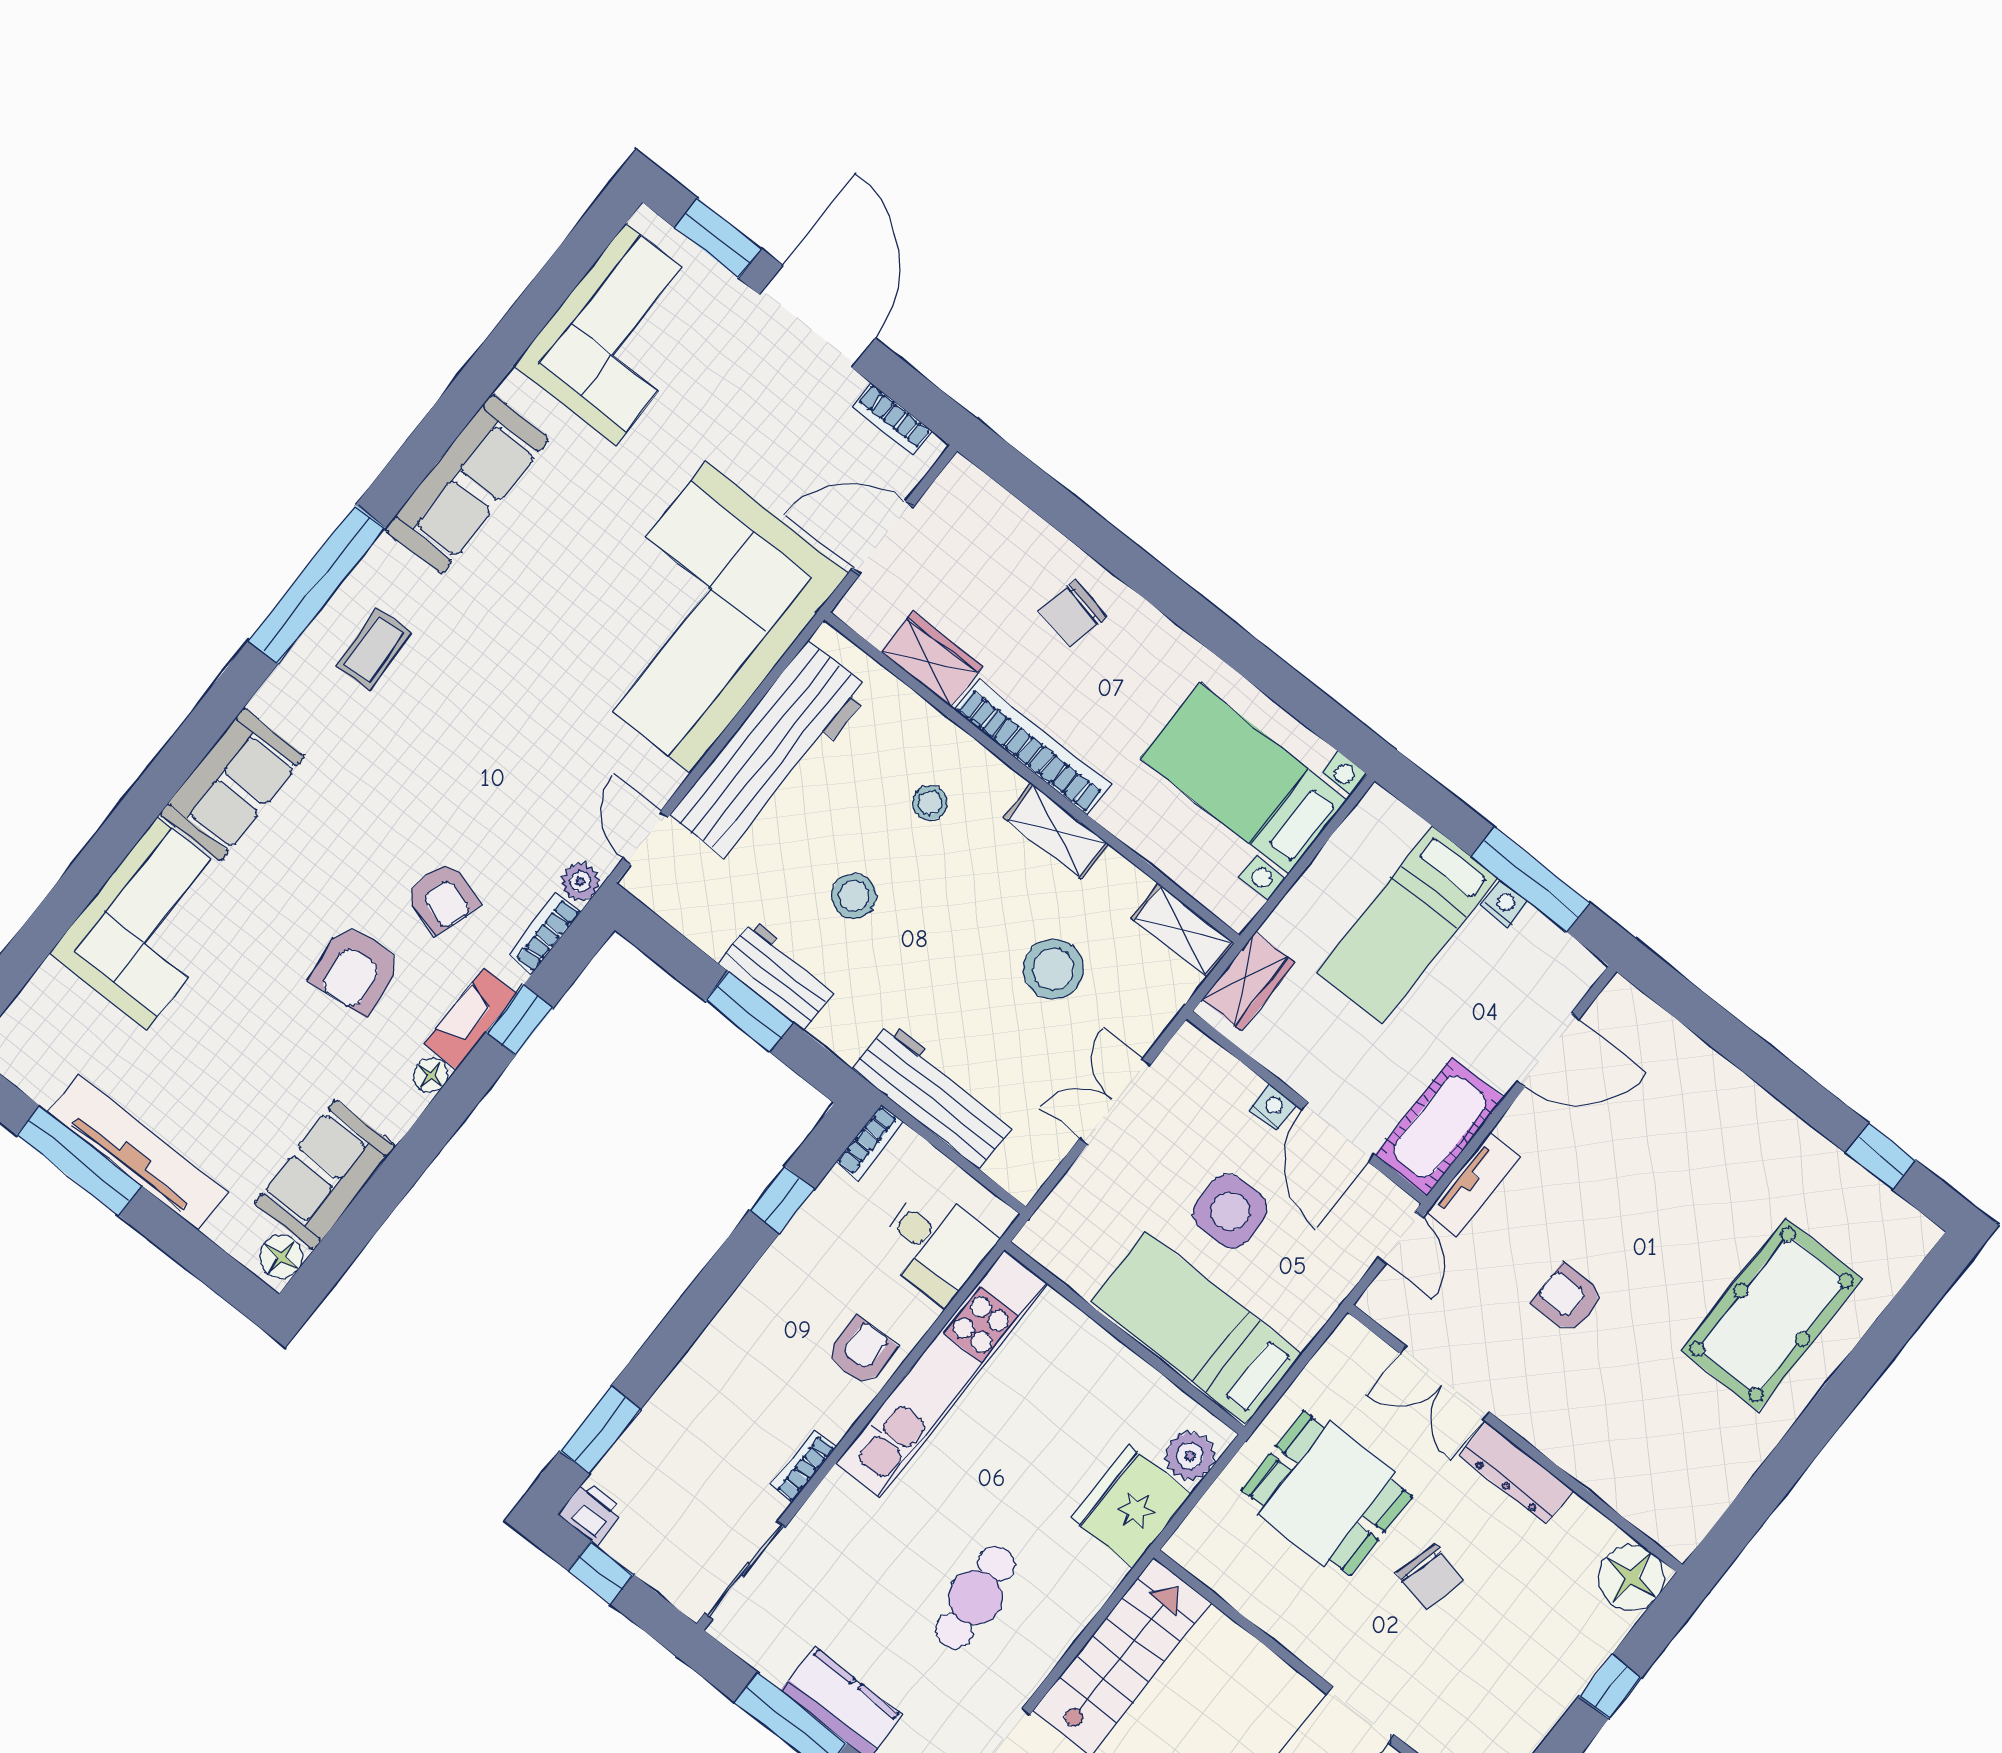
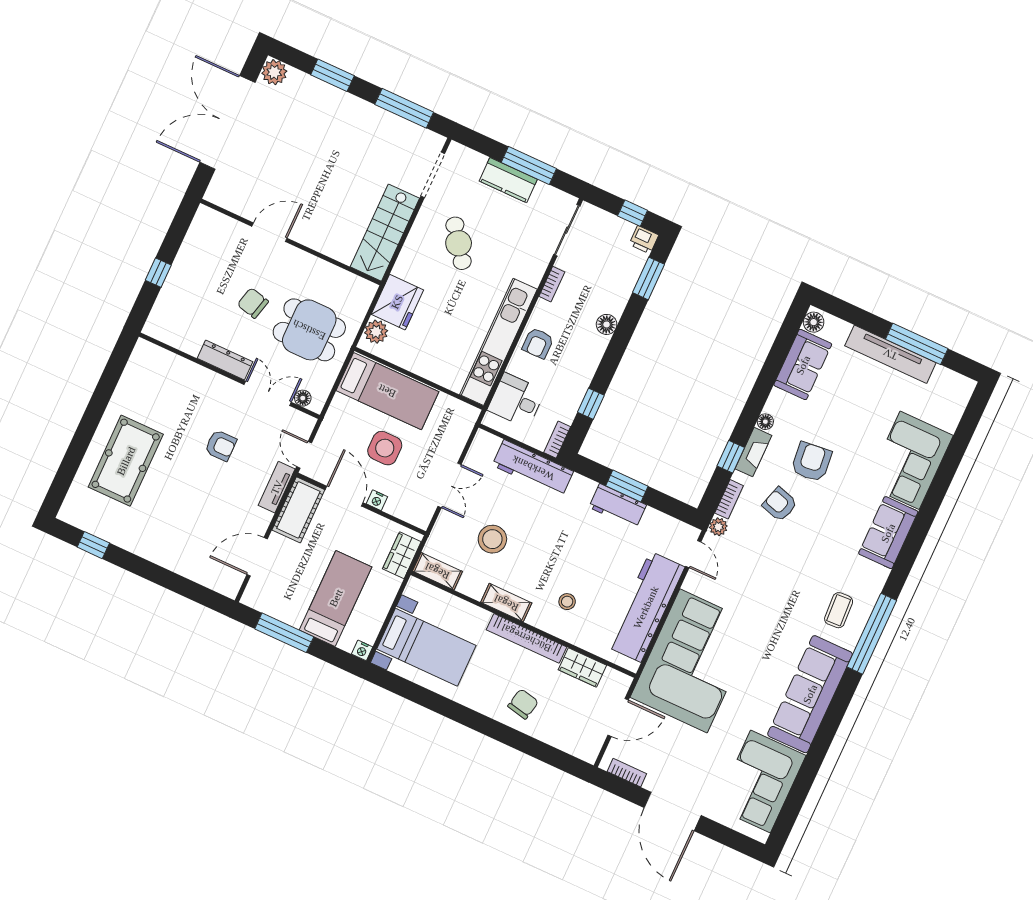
window: (718, 238) -> (727, 836), removed
sofa: (467, 484) -> (810, 694), width x1.36, depth x1.27
stool: (854, 896) -> (592, 551), removed
nightstand: (1504, 904) -> (362, 650), moved
floor lamp: (710, 1356) -> (607, 324), added
floor lamp: (1631, 1578) -> (303, 398), moved, width x0.53, depth x0.53
cafe table: (975, 1597) -> (459, 243), turned -30

